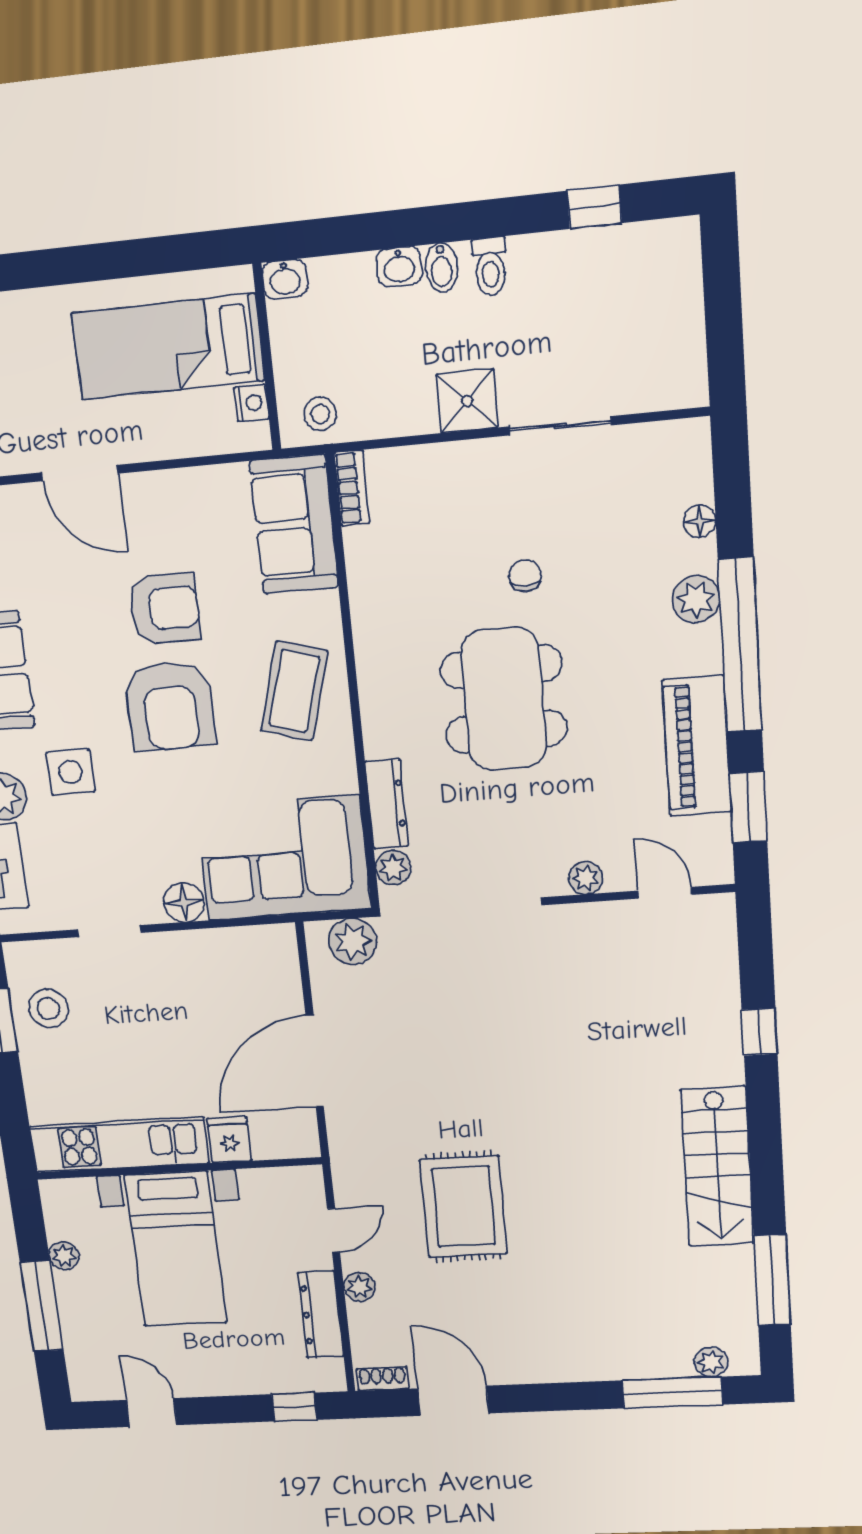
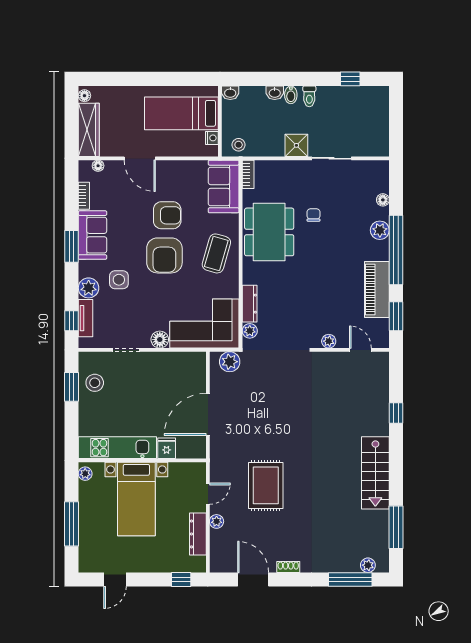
dining table: (504, 699) -> (269, 232), moved
plant: (64, 1256) -> (85, 474), moved
shoe rack: (382, 1379) -> (288, 567), moved
door: (152, 1412) -> (115, 579), swing flipped

